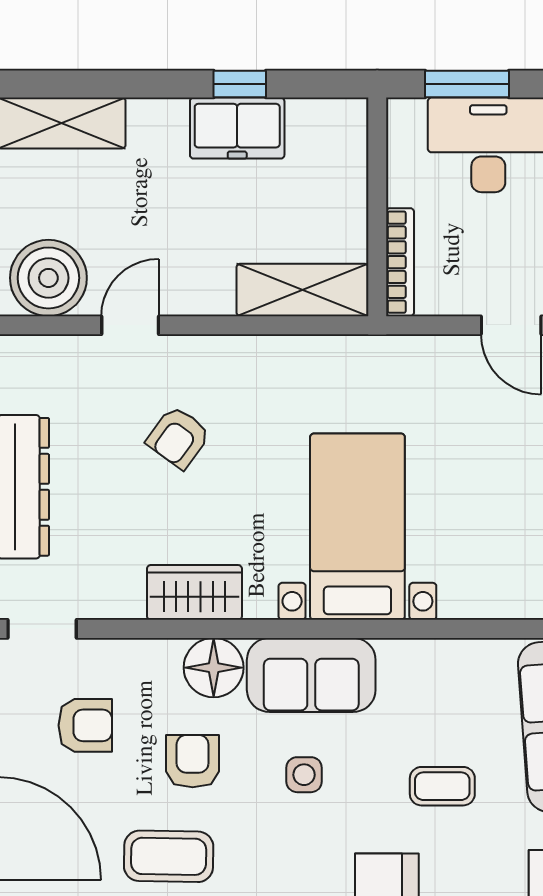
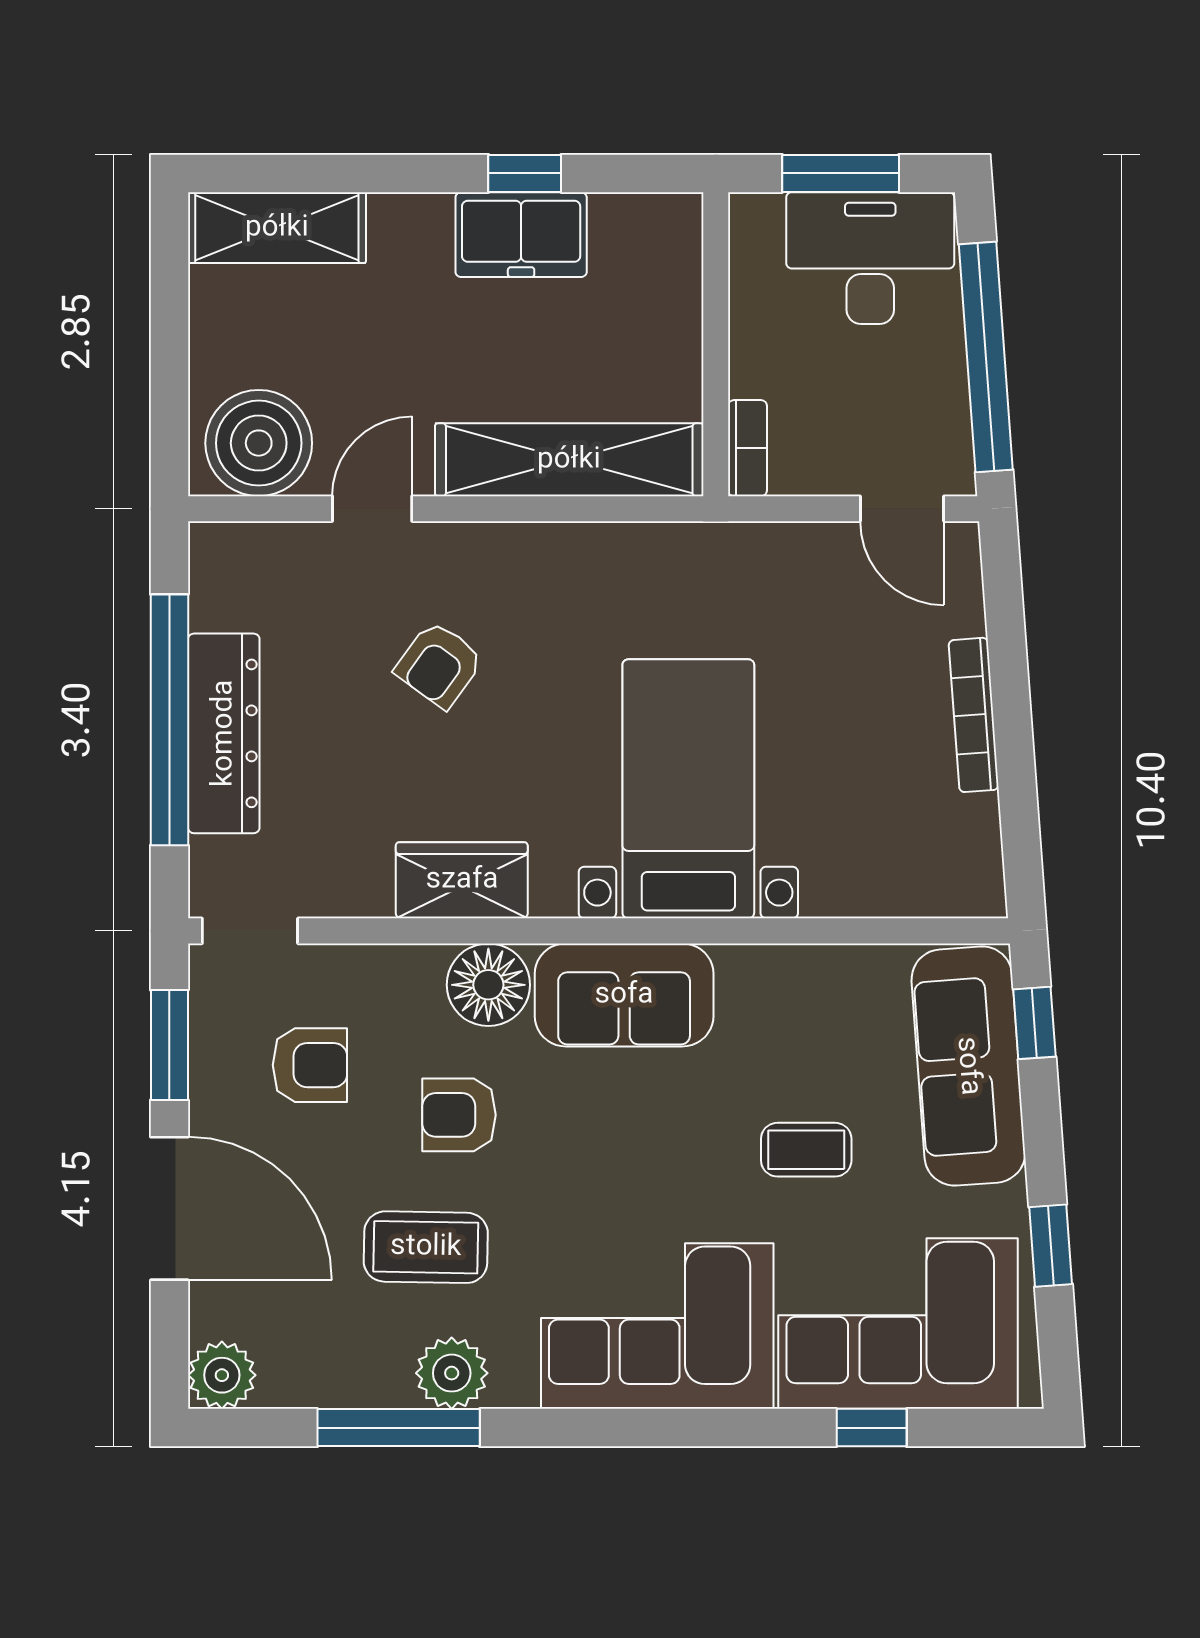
bookcase: (400, 262) -> (747, 448), width x0.64
shelving: (302, 290) -> (569, 460), width x1.47
armchair: (193, 761) -> (459, 1115), turned -90
side table: (304, 775) -> (614, 1134), removed

